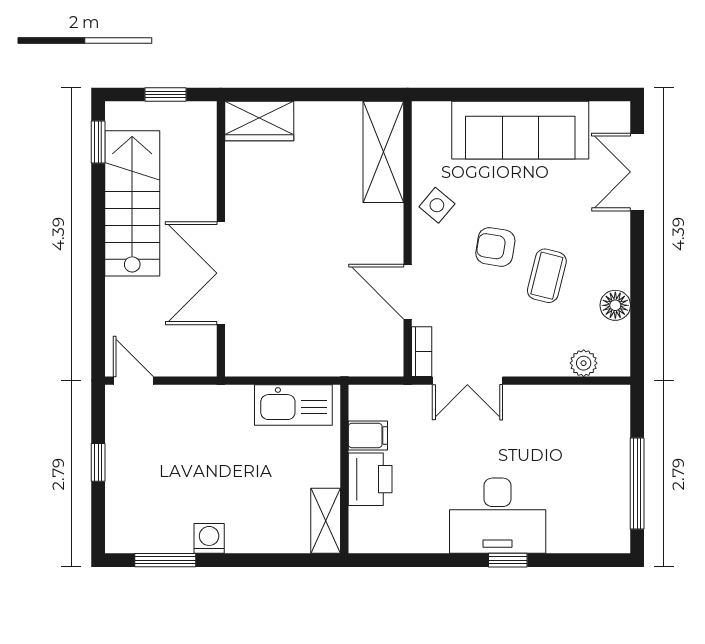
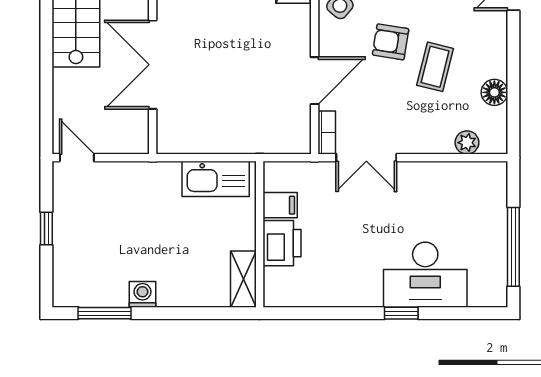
door: (408, 292) -> (315, 81), swing flipped
desk: (498, 516) -> (425, 275), moved

